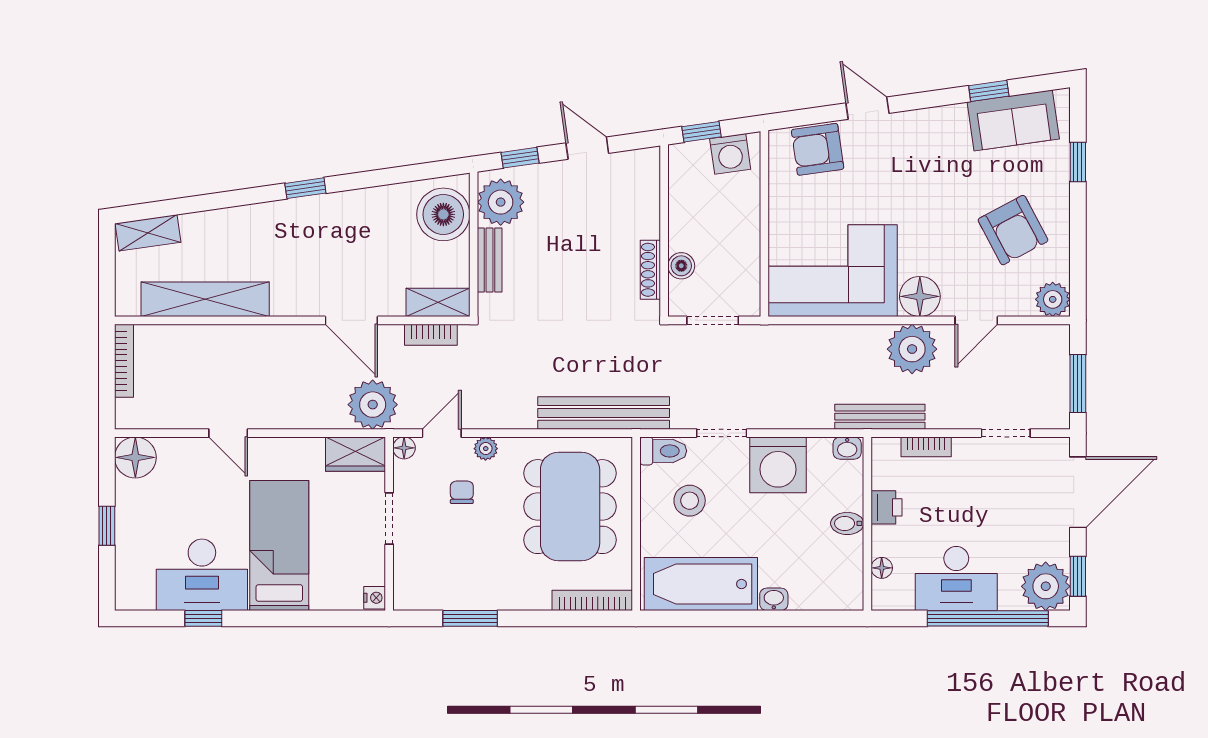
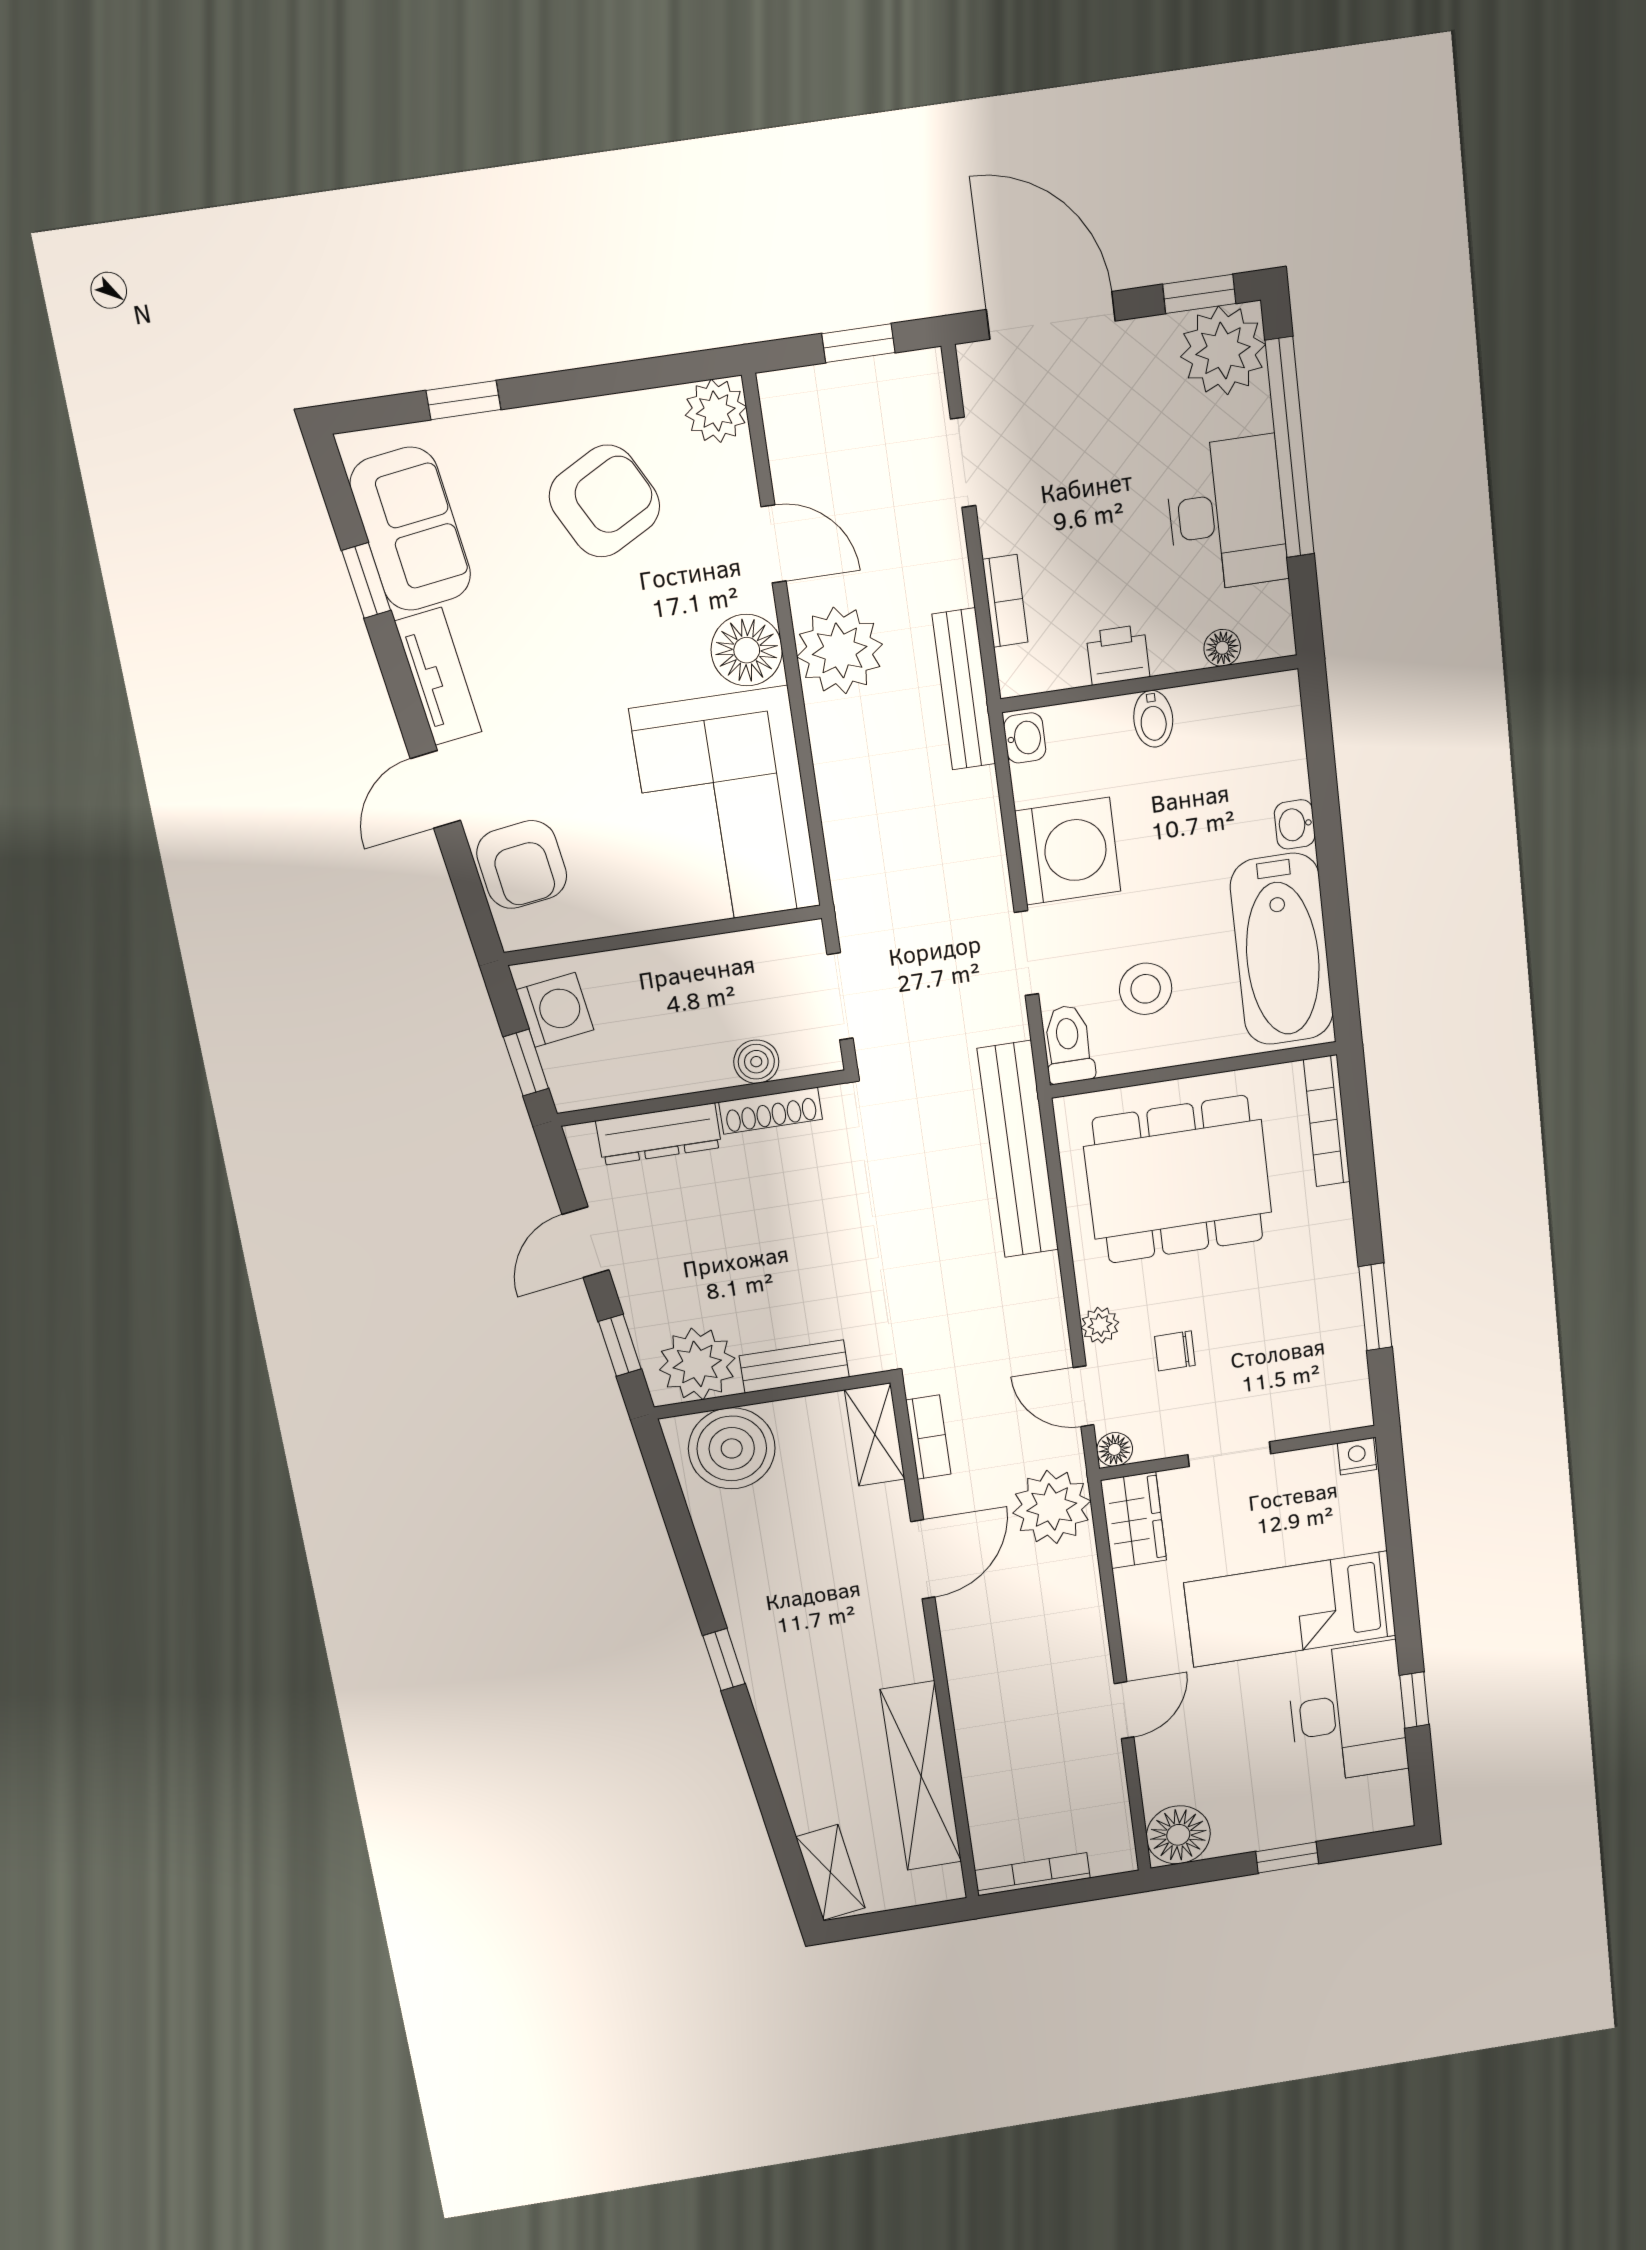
tv unit: (930, 121) -> (438, 677), added
dresser: (647, 202) -> (659, 1134), added
window: (1078, 384) -> (858, 343), width x0.67

